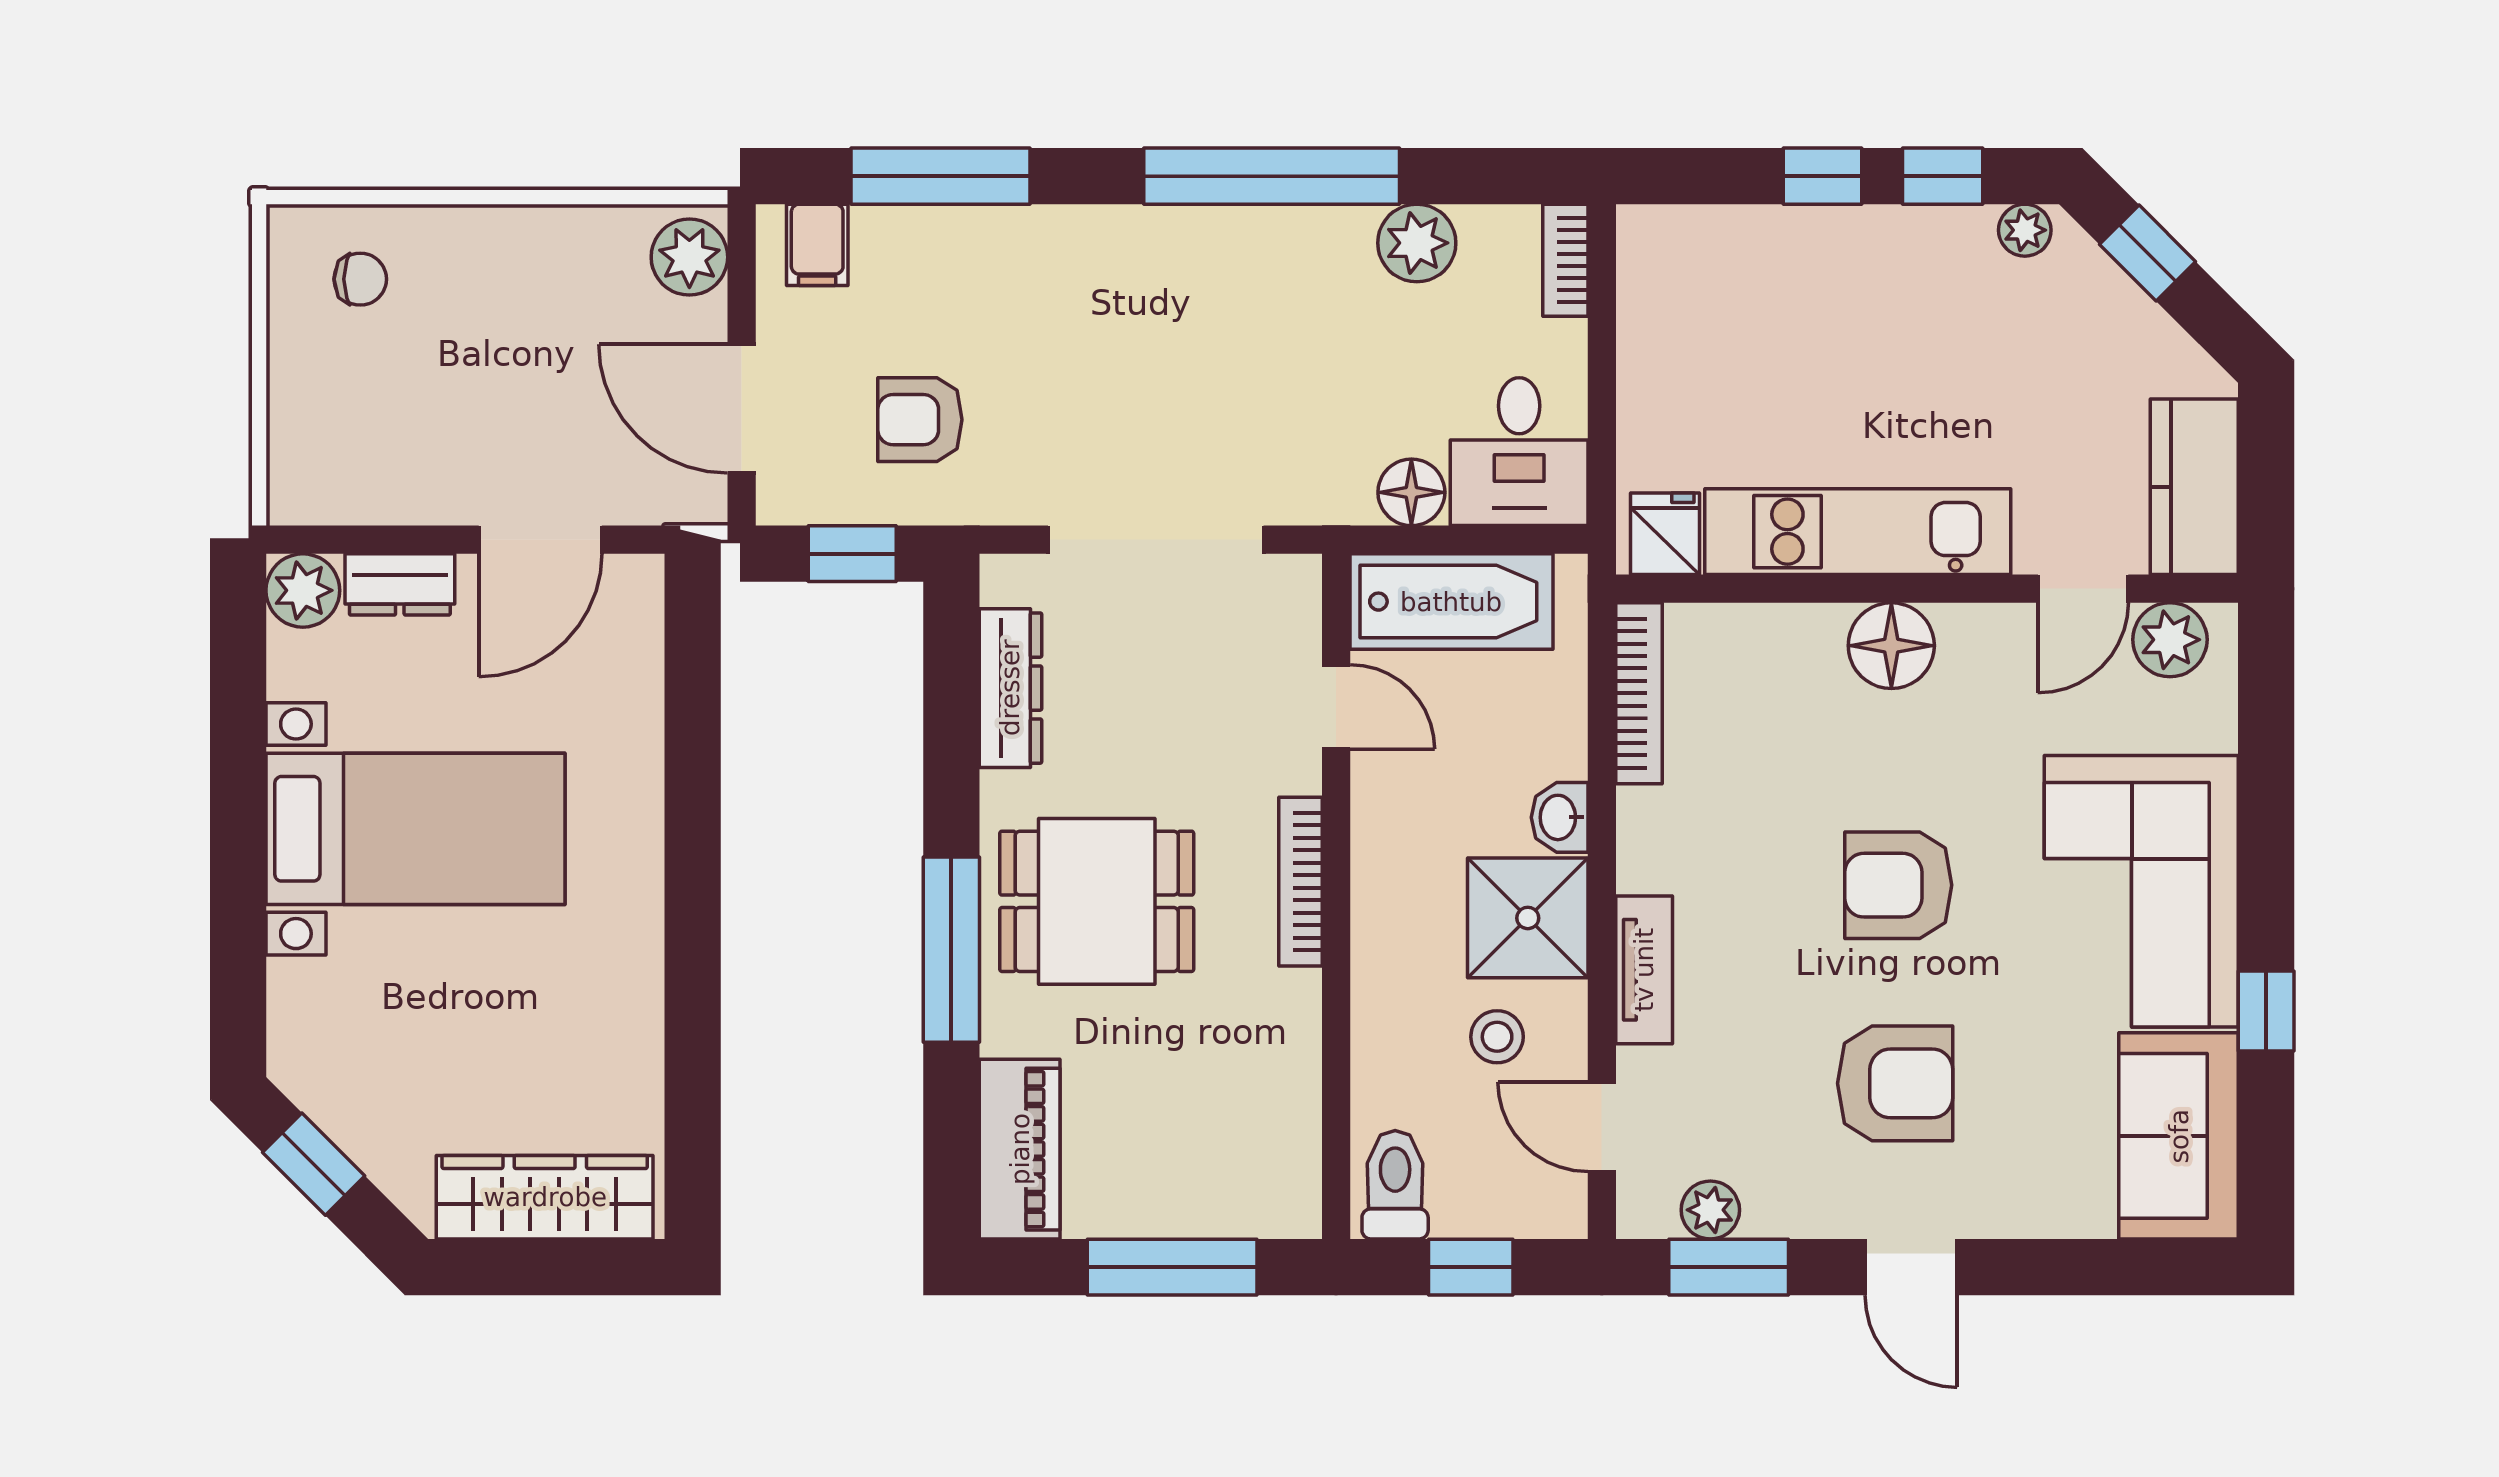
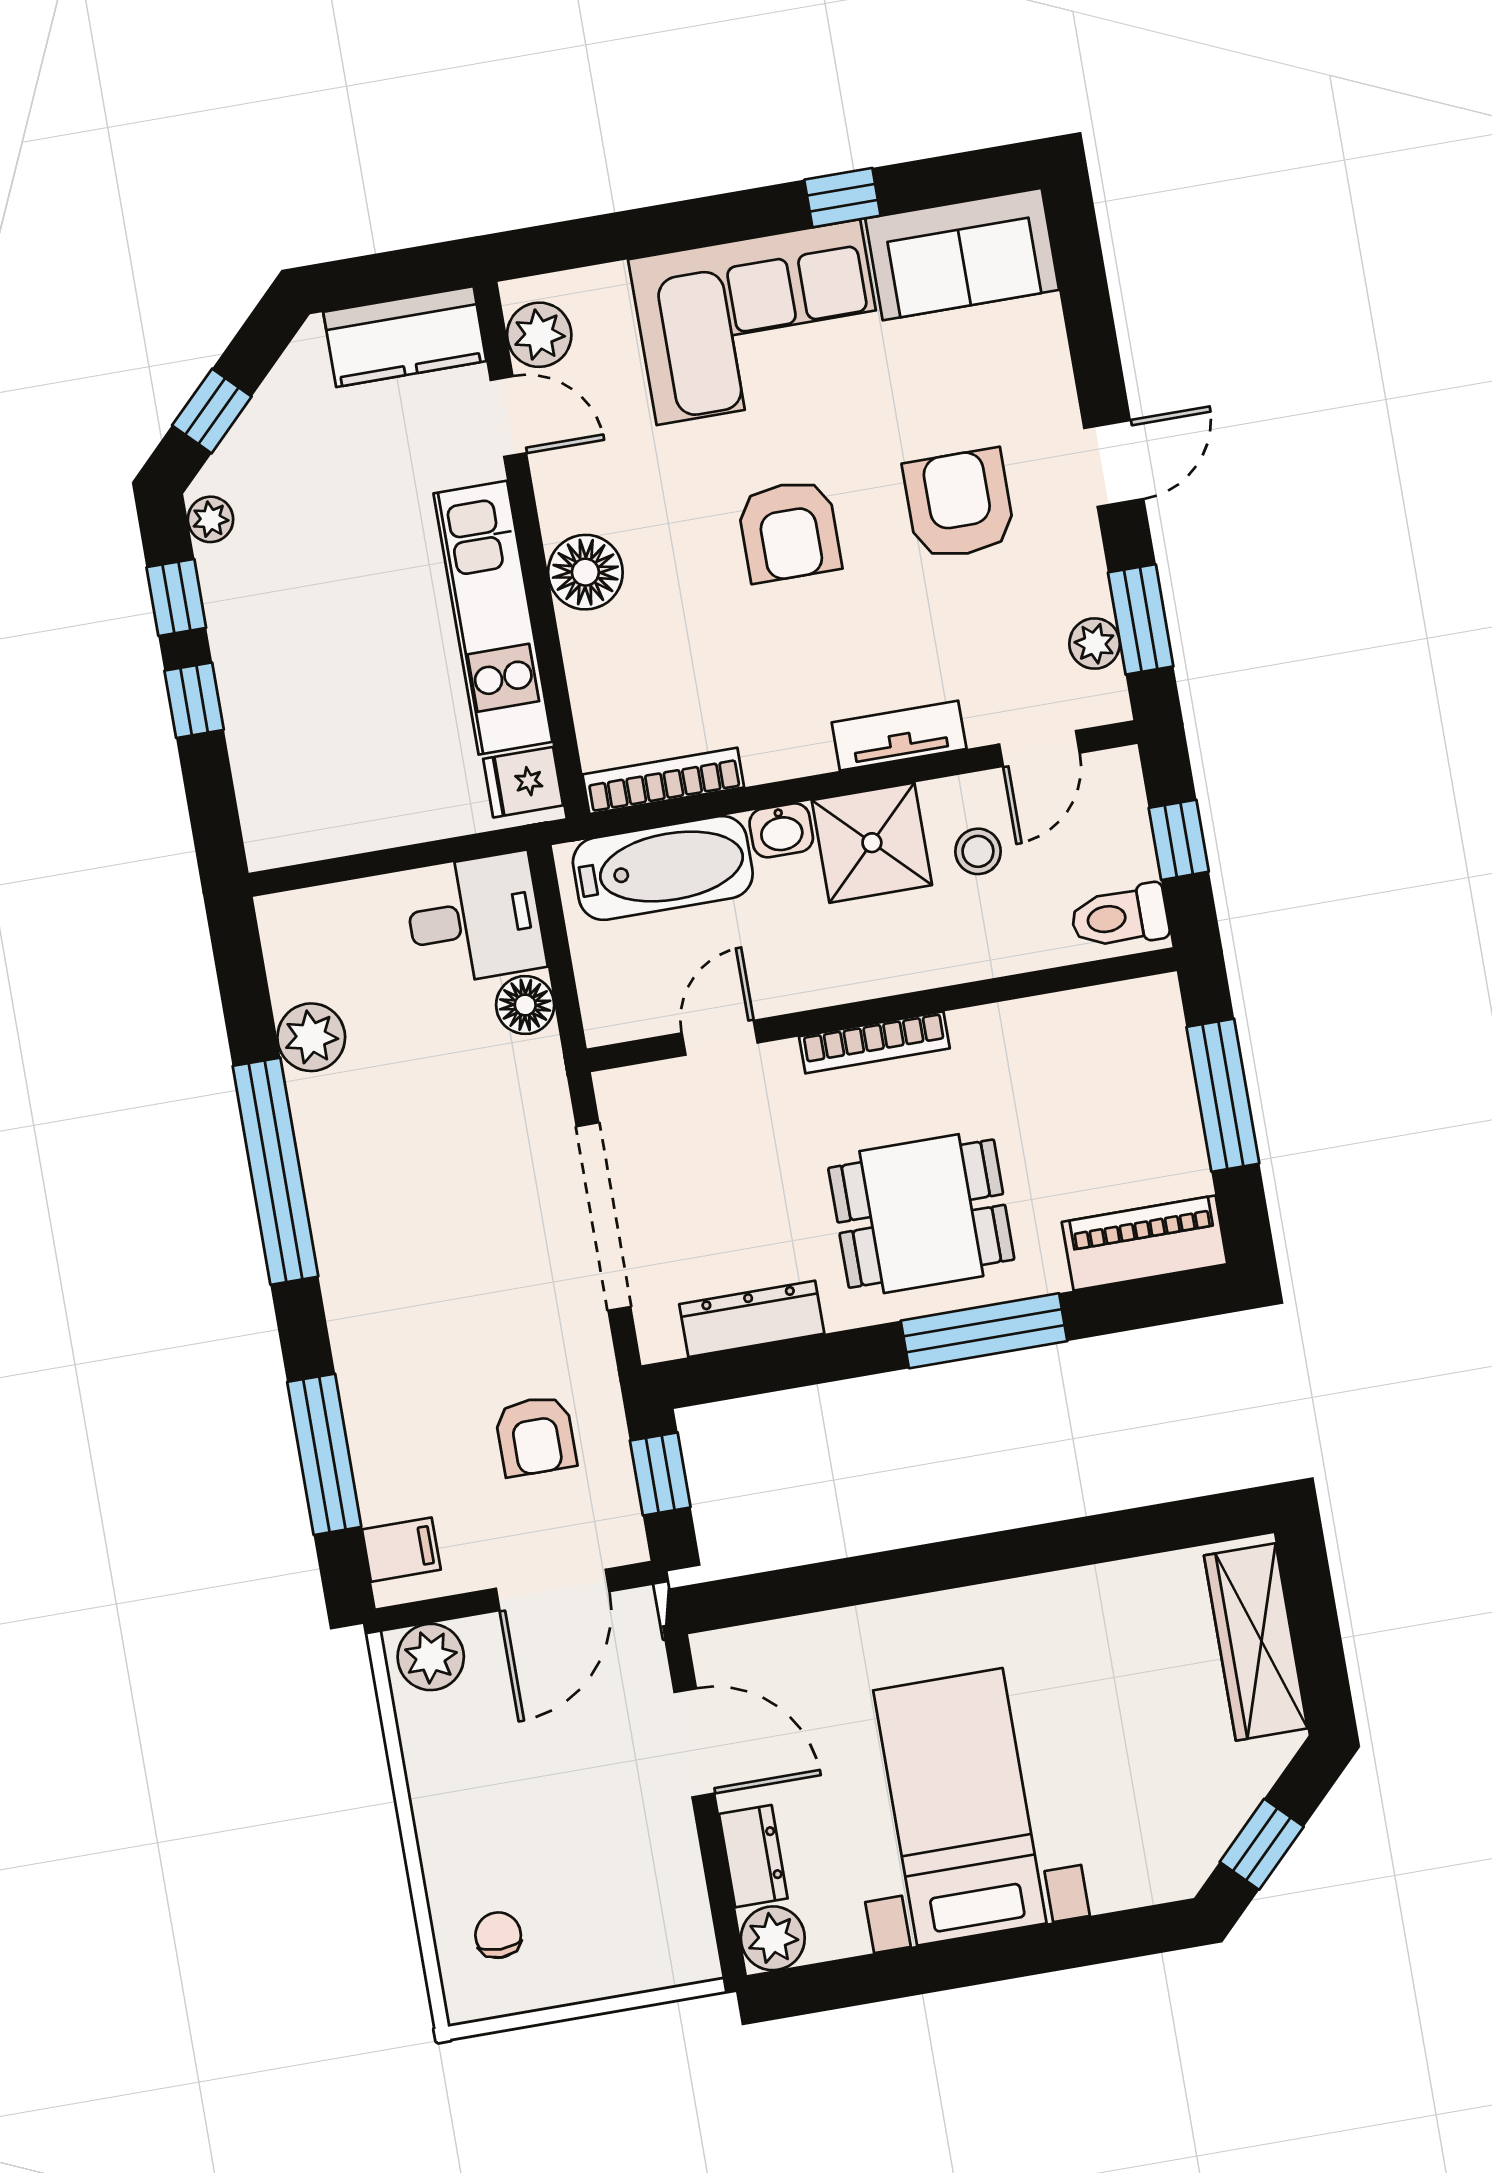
bookcase: (1565, 260) -> (304, 908), removed
bathtub: (1451, 602) -> (663, 868), moved, turned 90
dining table: (1097, 901) -> (921, 1214), turned 90

